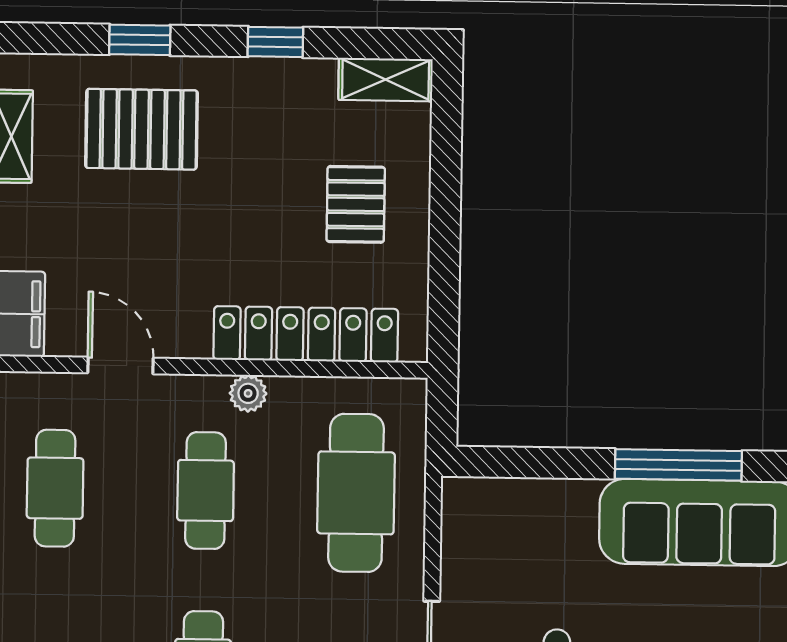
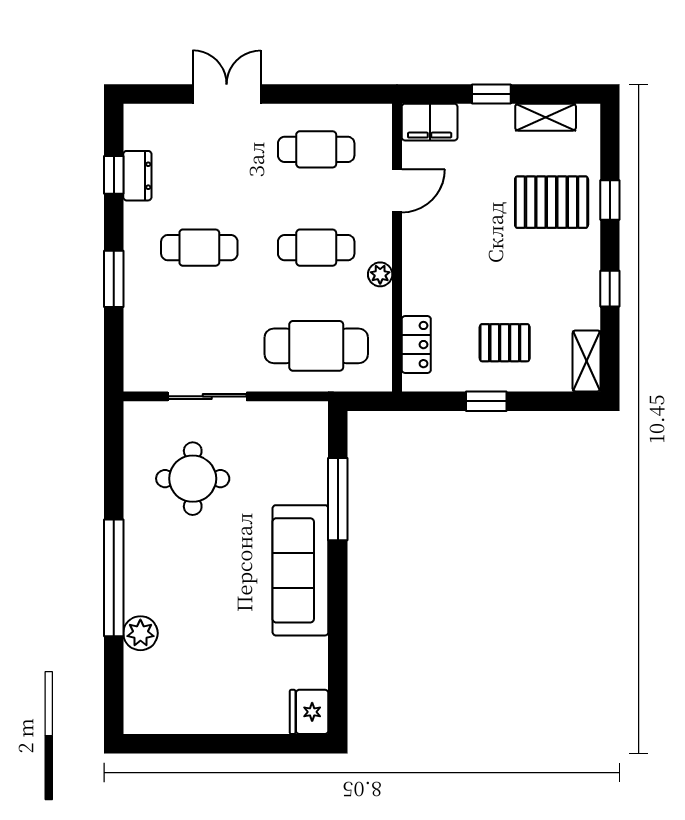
pallet: (142, 129) -> (552, 202), turned 90
window: (445, 234) -> (486, 401), added
locker: (306, 334) -> (416, 345), width x0.46, depth x0.83
window: (678, 465) -> (338, 499), moved

